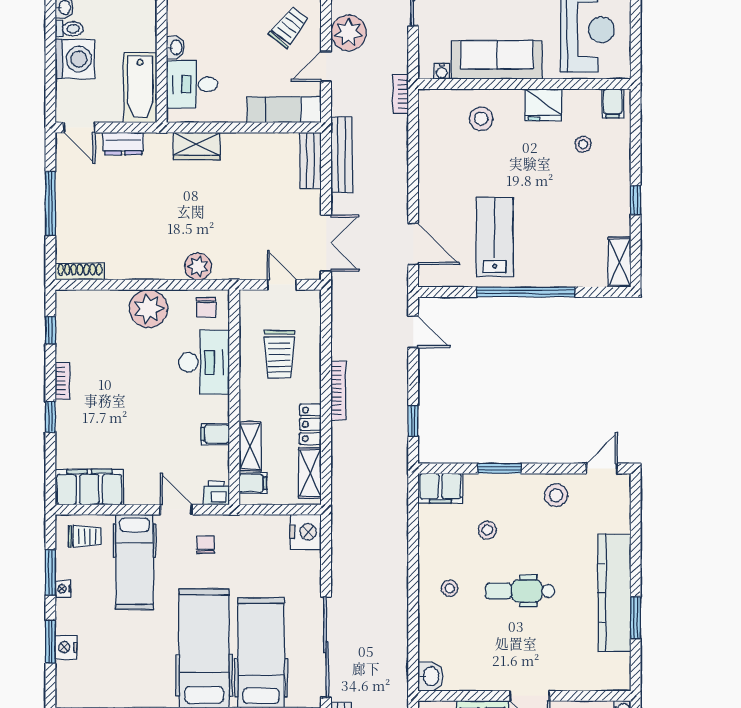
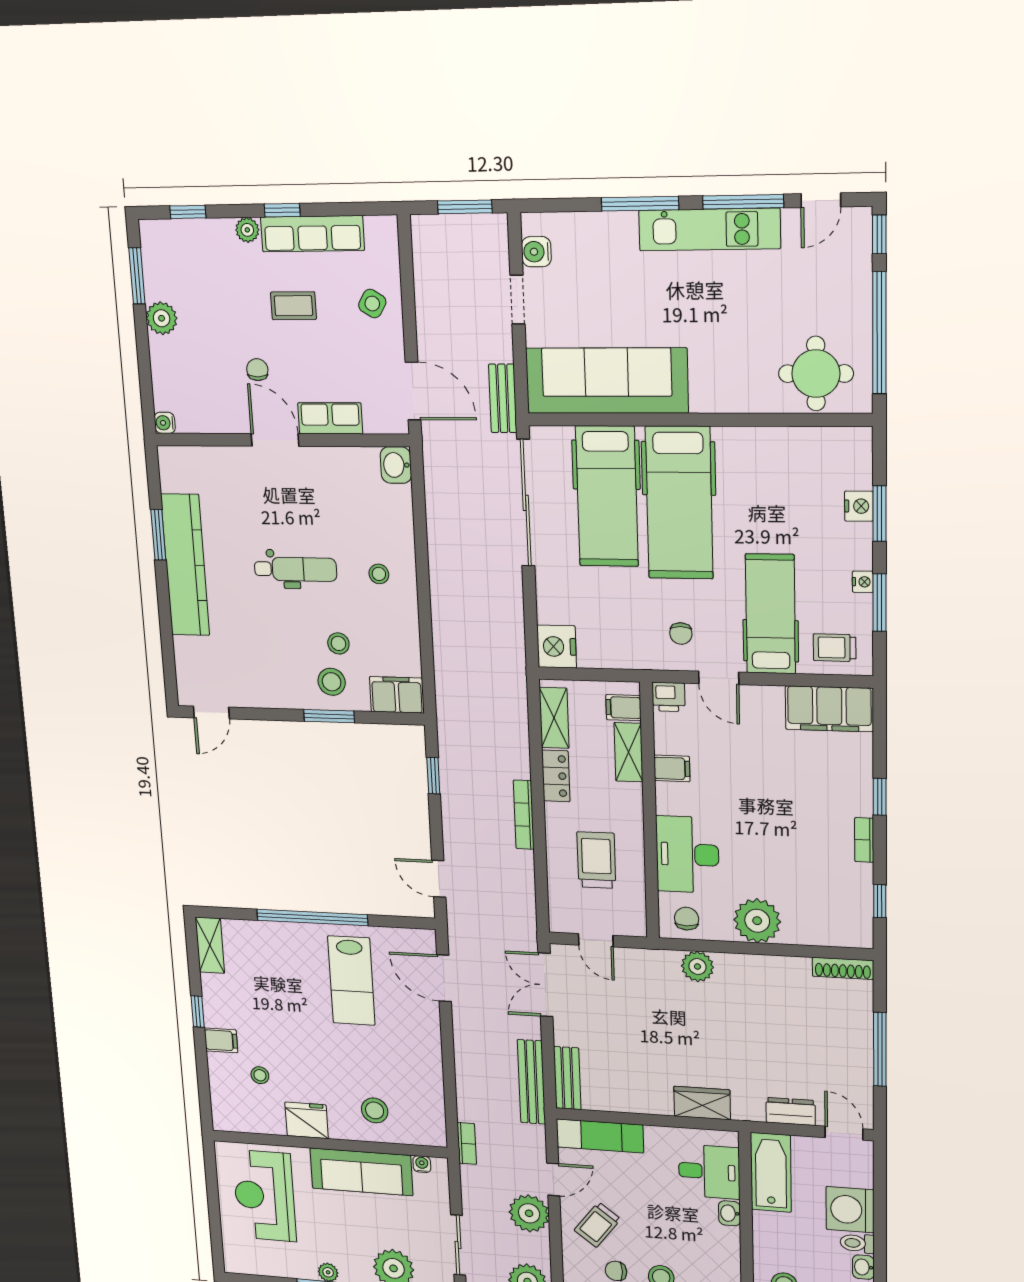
filing cabinet: (613, 103) -> (221, 1040), moved, turned 90
stool: (556, 495) -> (332, 682), moved

